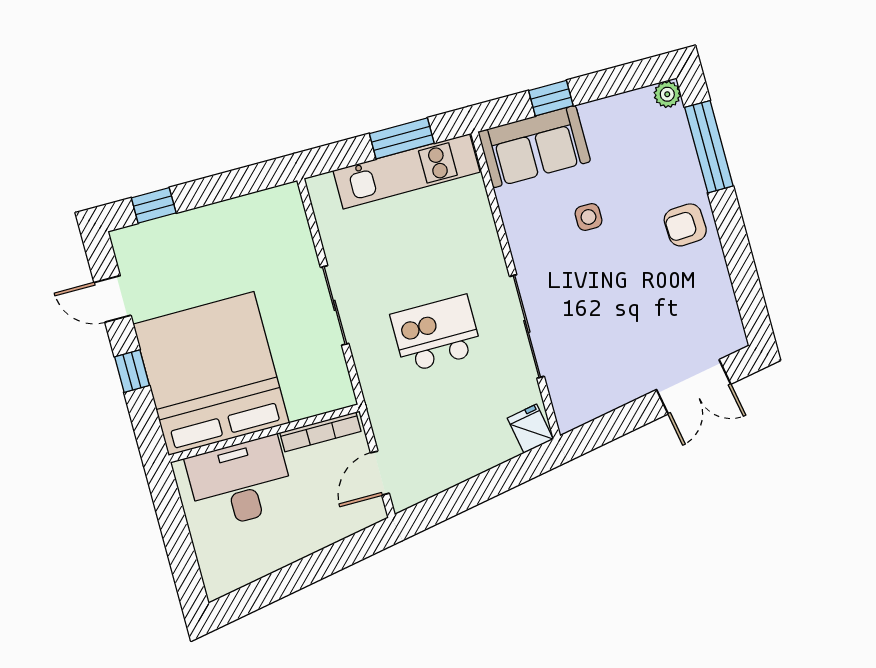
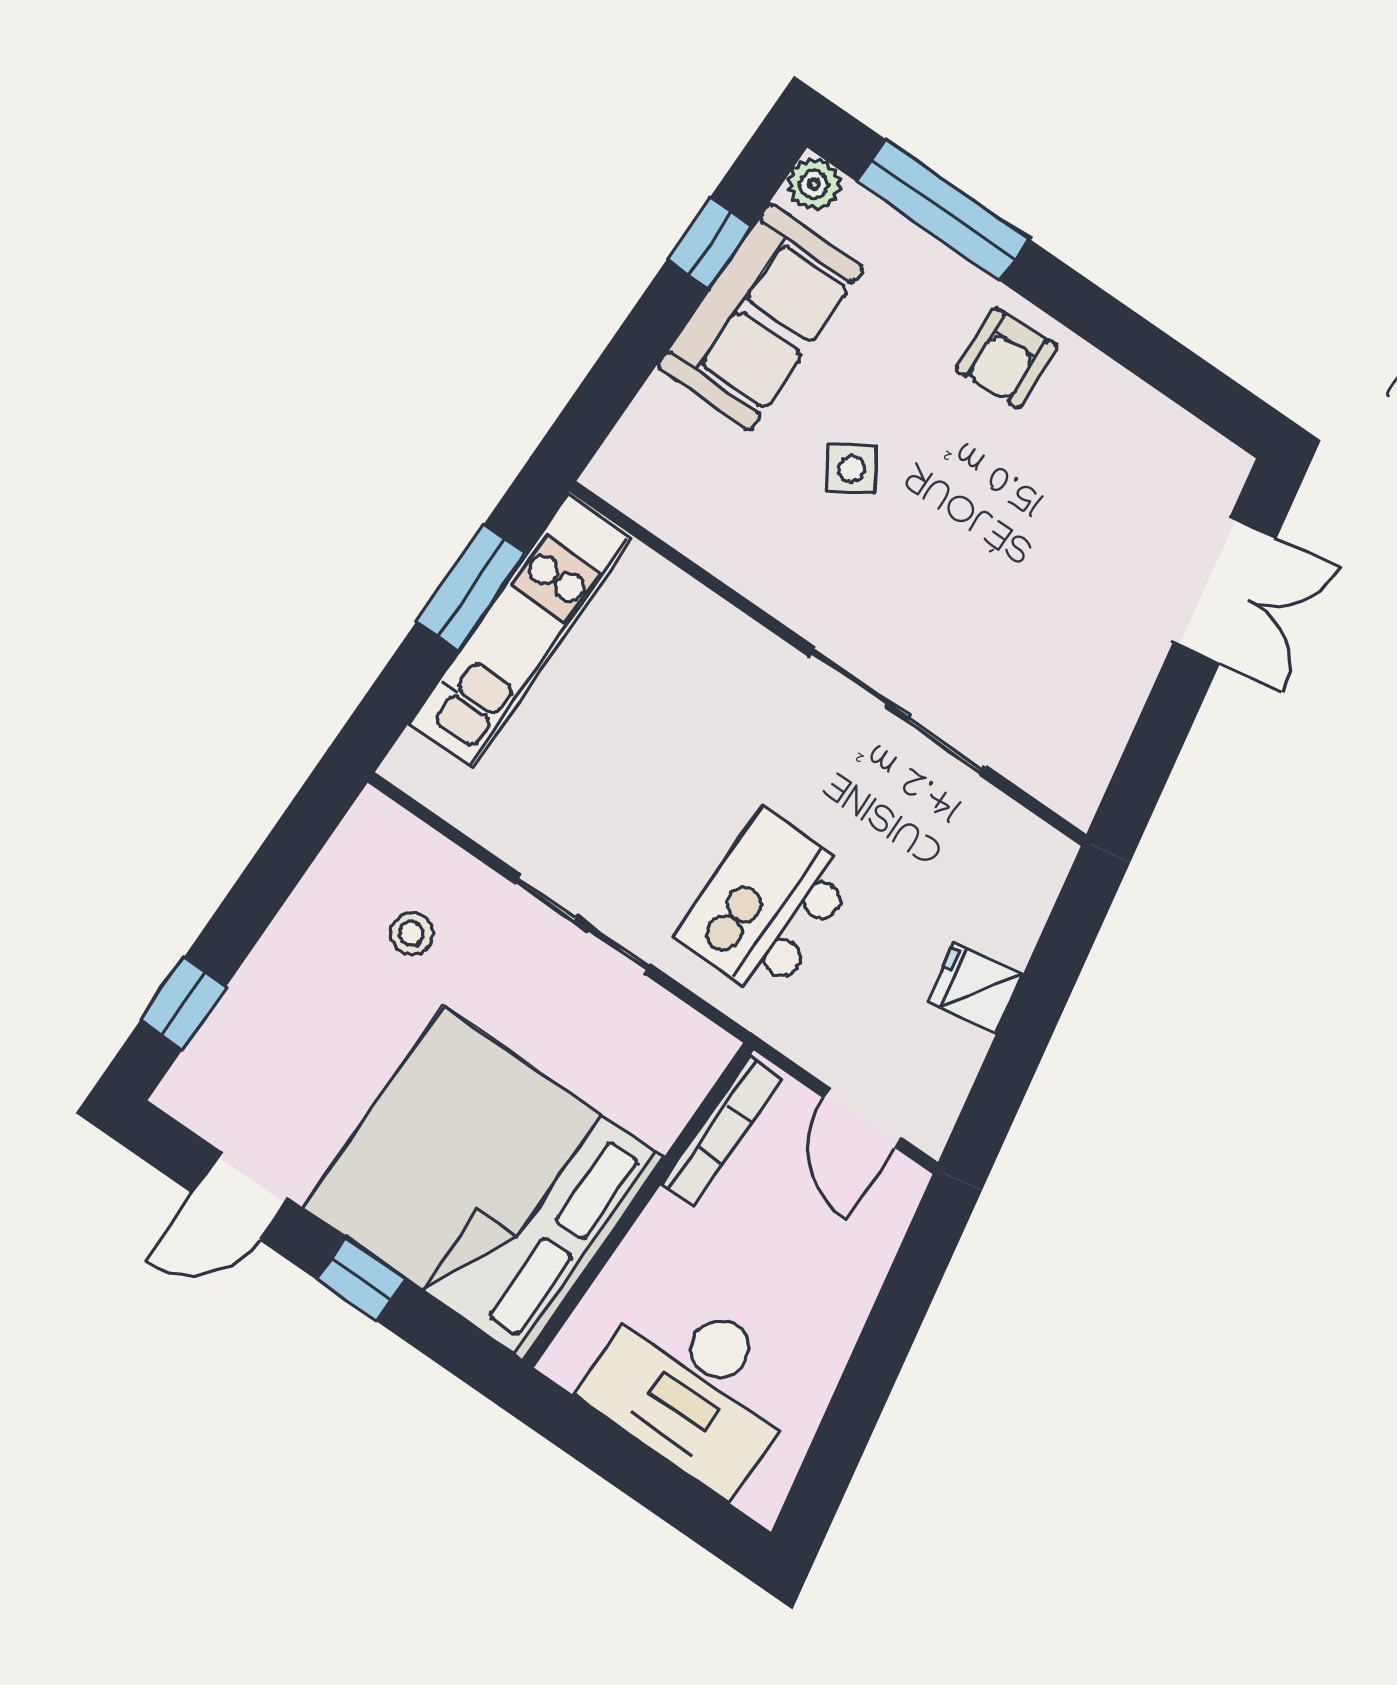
window: (551, 98) -> (710, 243), moved
sofa: (534, 147) -> (760, 317), moved
side table: (588, 217) -> (851, 469), turned -33
stool: (265, 253) -> (412, 934), added
kitchen island: (436, 334) -> (767, 905), moved
fridge: (530, 429) -> (975, 987), moved
desk: (240, 483) -> (694, 1387), moved, turned -90

